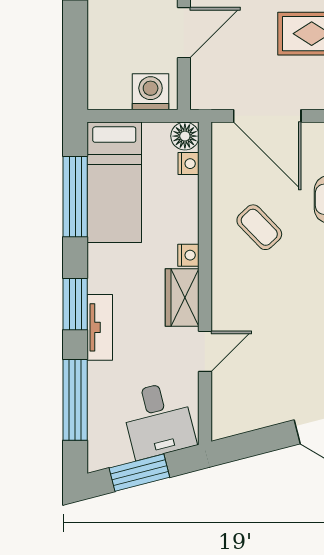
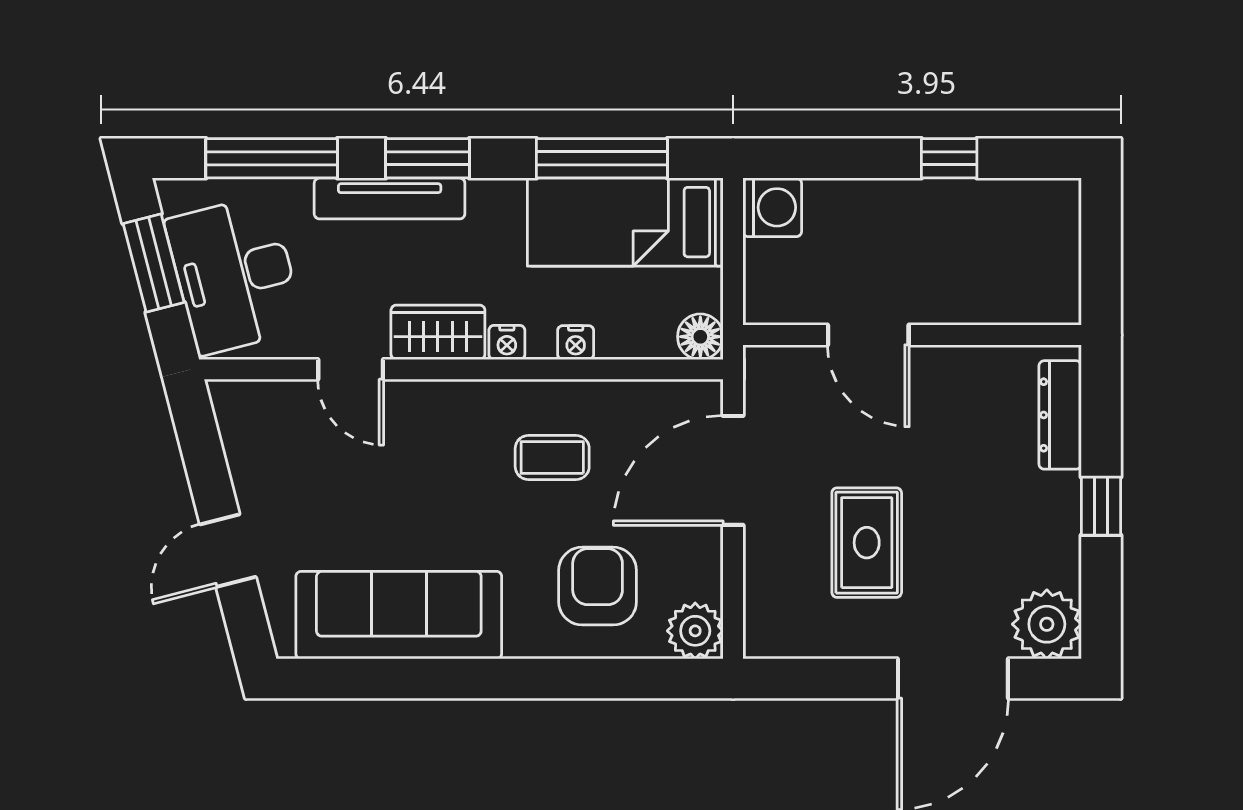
washing machine: (151, 92) -> (772, 207), moved
nightstand: (188, 164) -> (576, 343), moved
coffee table: (259, 227) -> (552, 458), turned 44
tv unit: (100, 327) -> (390, 198), width x1.41
desk: (158, 420) -> (235, 275), width x1.37

